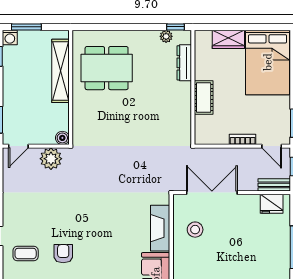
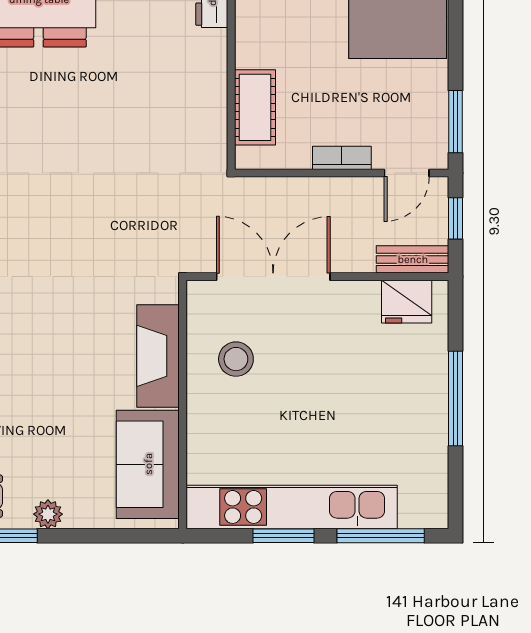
cot: (204, 97) -> (255, 107), moved
door: (272, 146) -> (407, 173), hinge flipped

